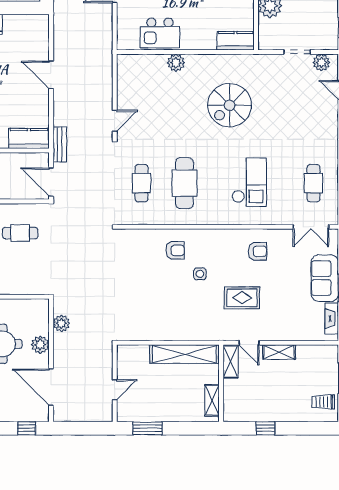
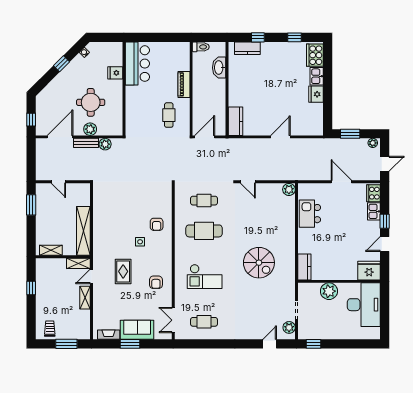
plant: (176, 63) -> (289, 189), moved
spiral stairs: (230, 105) -> (259, 263), turned 180
bench: (60, 145) -> (86, 143), moved

